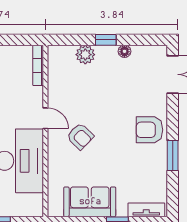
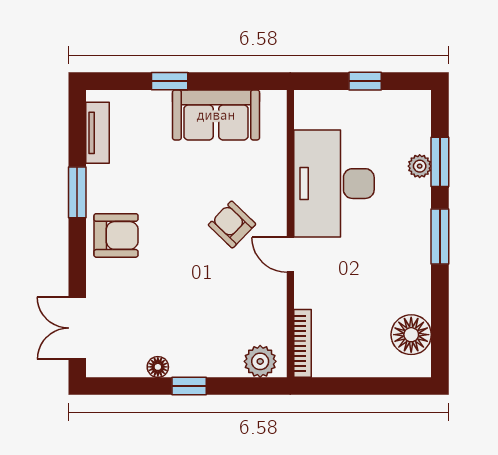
plant: (85, 55) -> (260, 361), moved
tv unit: (146, 210) -> (98, 133), moved, turned -90

